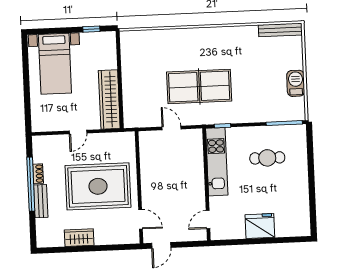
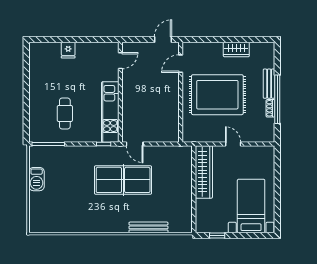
bench: (280, 30) -> (148, 227), moved
door: (172, 128) -> (135, 144), moved
door: (78, 132) -> (233, 144), hinge flipped
cafe table: (267, 158) -> (65, 113), turned 90
door: (140, 219) -> (181, 64), hinge flipped
fridge: (260, 226) -> (68, 50), width x0.53, depth x0.75

